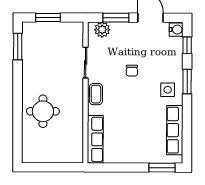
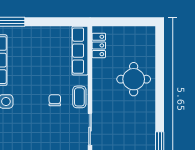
chair: (132, 71) -> (55, 100), moved
locker: (77, 144) -> (99, 45), added

